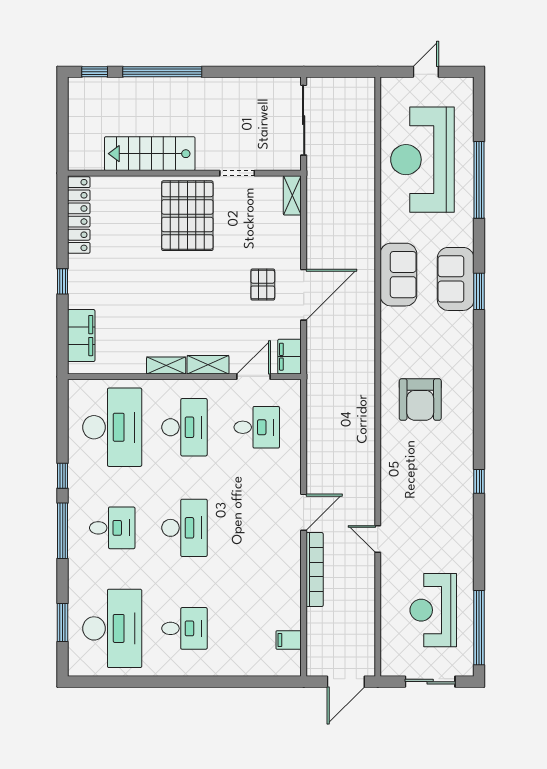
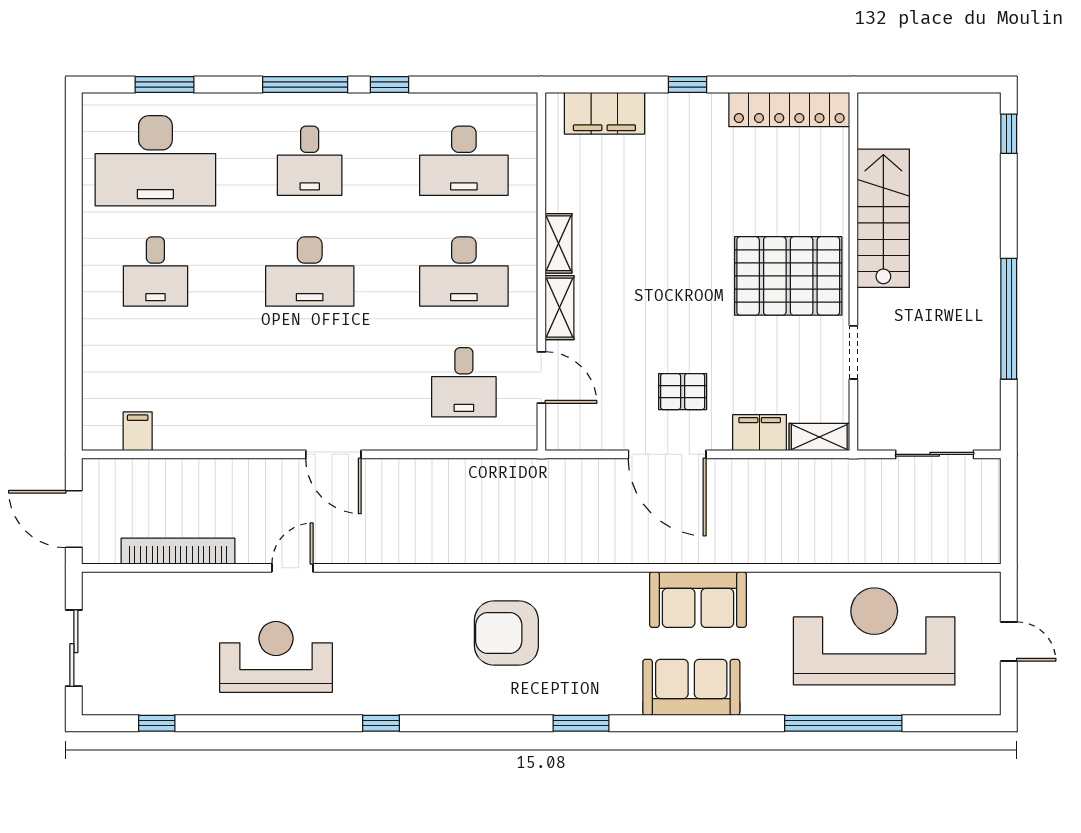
window: (162, 72) -> (1009, 319), moved
sliding door: (304, 120) -> (935, 454), width x0.73
window: (479, 291) -> (581, 723), moved
filing cabinet: (290, 357) -> (760, 433), moved
desk: (112, 427) -> (464, 161), width x0.73, depth x0.77
bookcase: (315, 570) -> (178, 551), moved, turned 180
reception desk: (433, 610) -> (276, 657), moved
window: (479, 628) -> (157, 723), width x0.32

